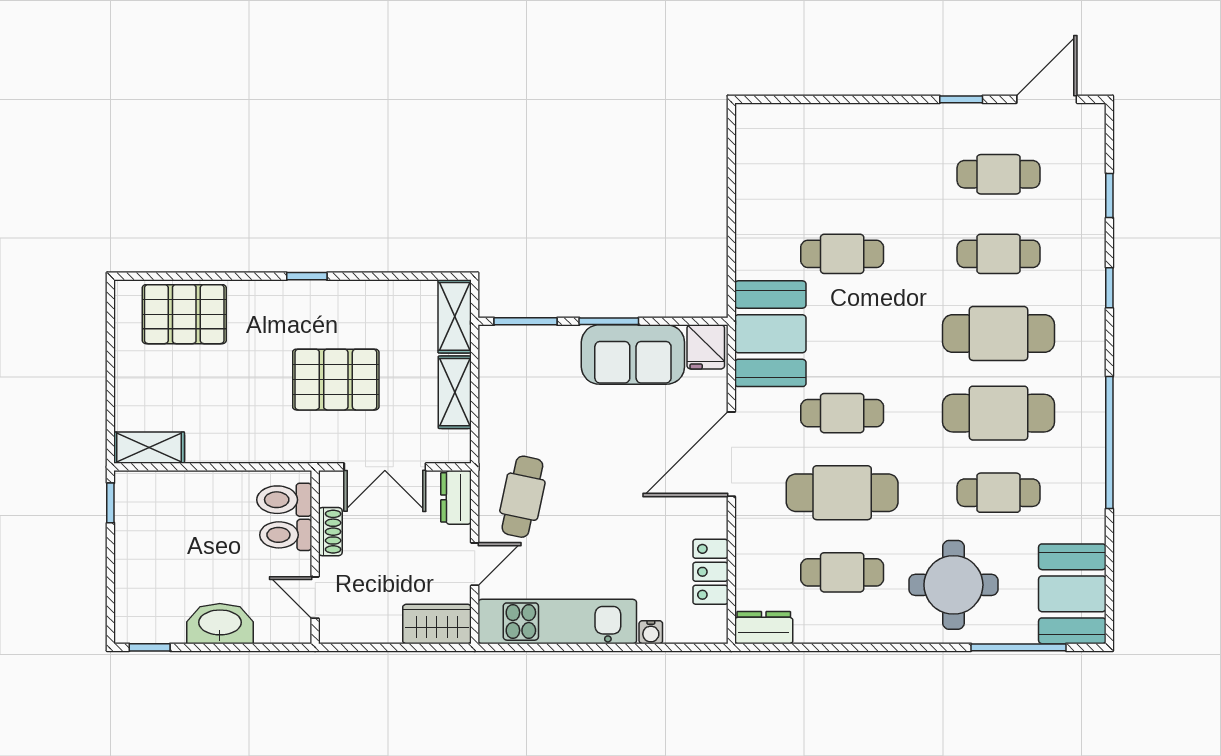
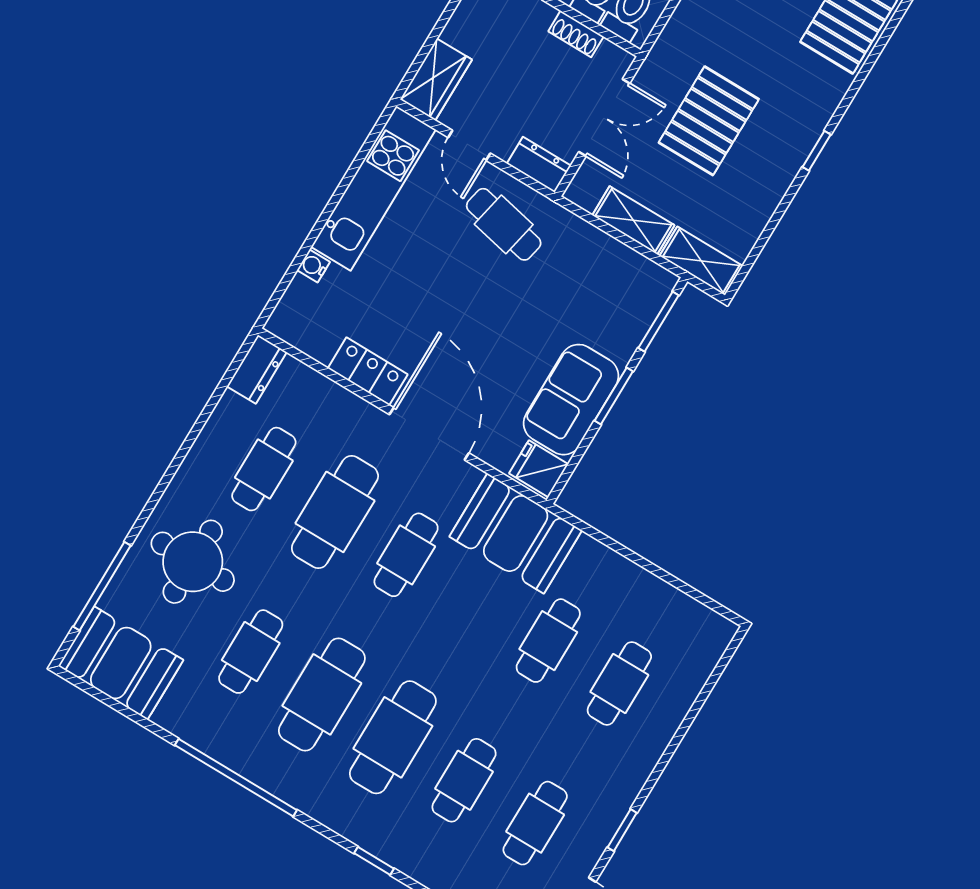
cafe table: (842, 174) -> (619, 683), added
double door: (385, 467) -> (604, 118), swing flipped
locker: (710, 572) -> (368, 371), moved

